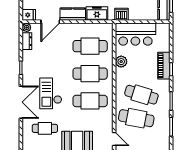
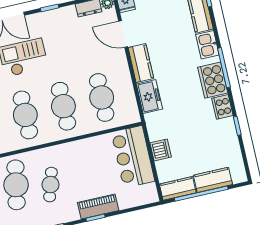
dishwasher: (121, 14) -> (161, 150), moved
plant: (121, 62) -> (90, 146), removed
cafe table: (141, 95) -> (51, 185), width x0.73, depth x0.74

